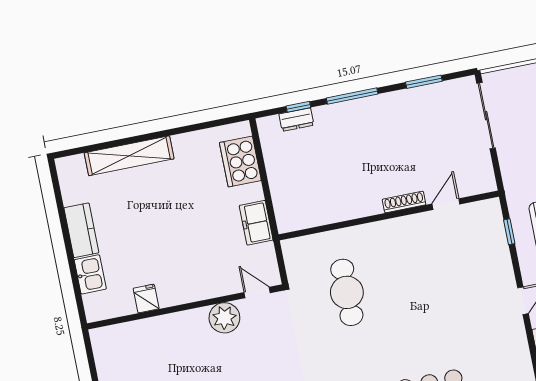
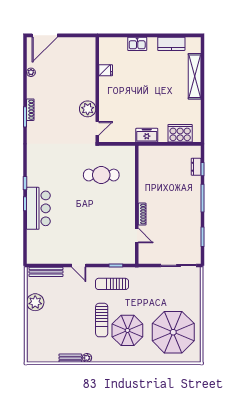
kitchen counter: (81, 230) -> (171, 44), moved
door: (257, 293) -> (97, 128), moved
fridge: (146, 299) -> (106, 70), moved
wall: (185, 307) -> (97, 90), moved
plant: (224, 318) -> (88, 109), moved

